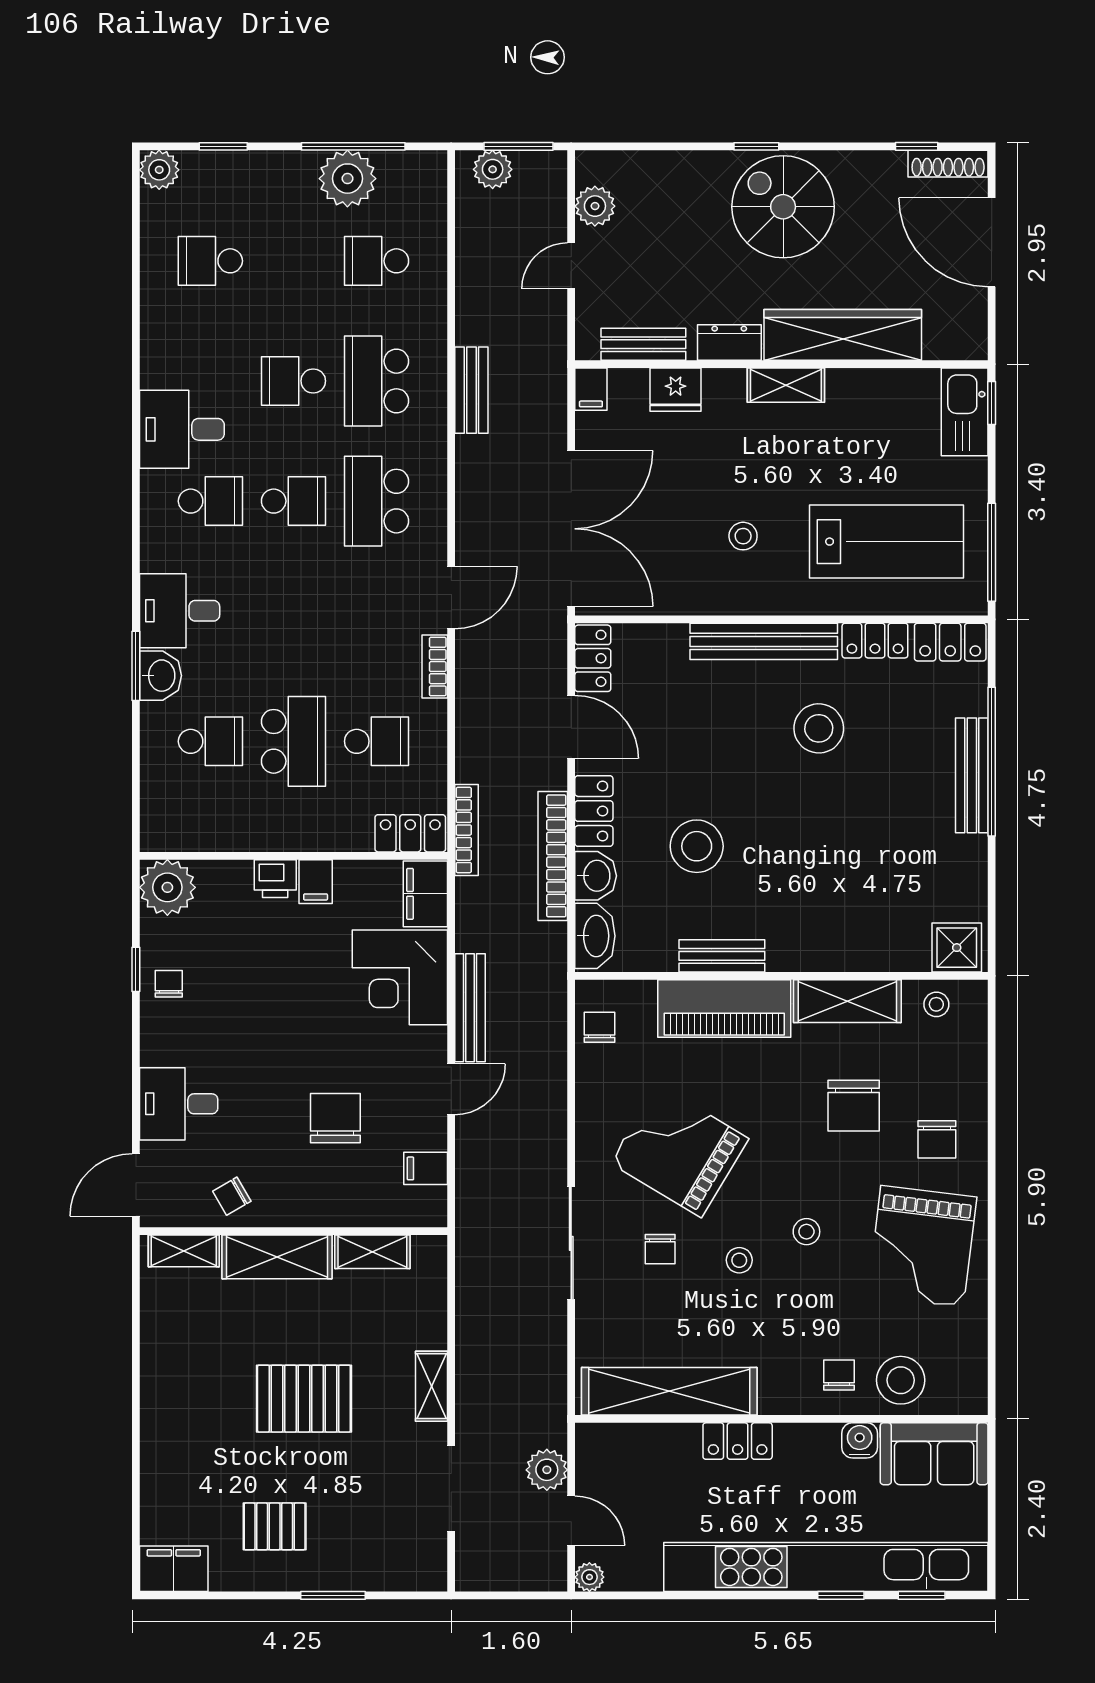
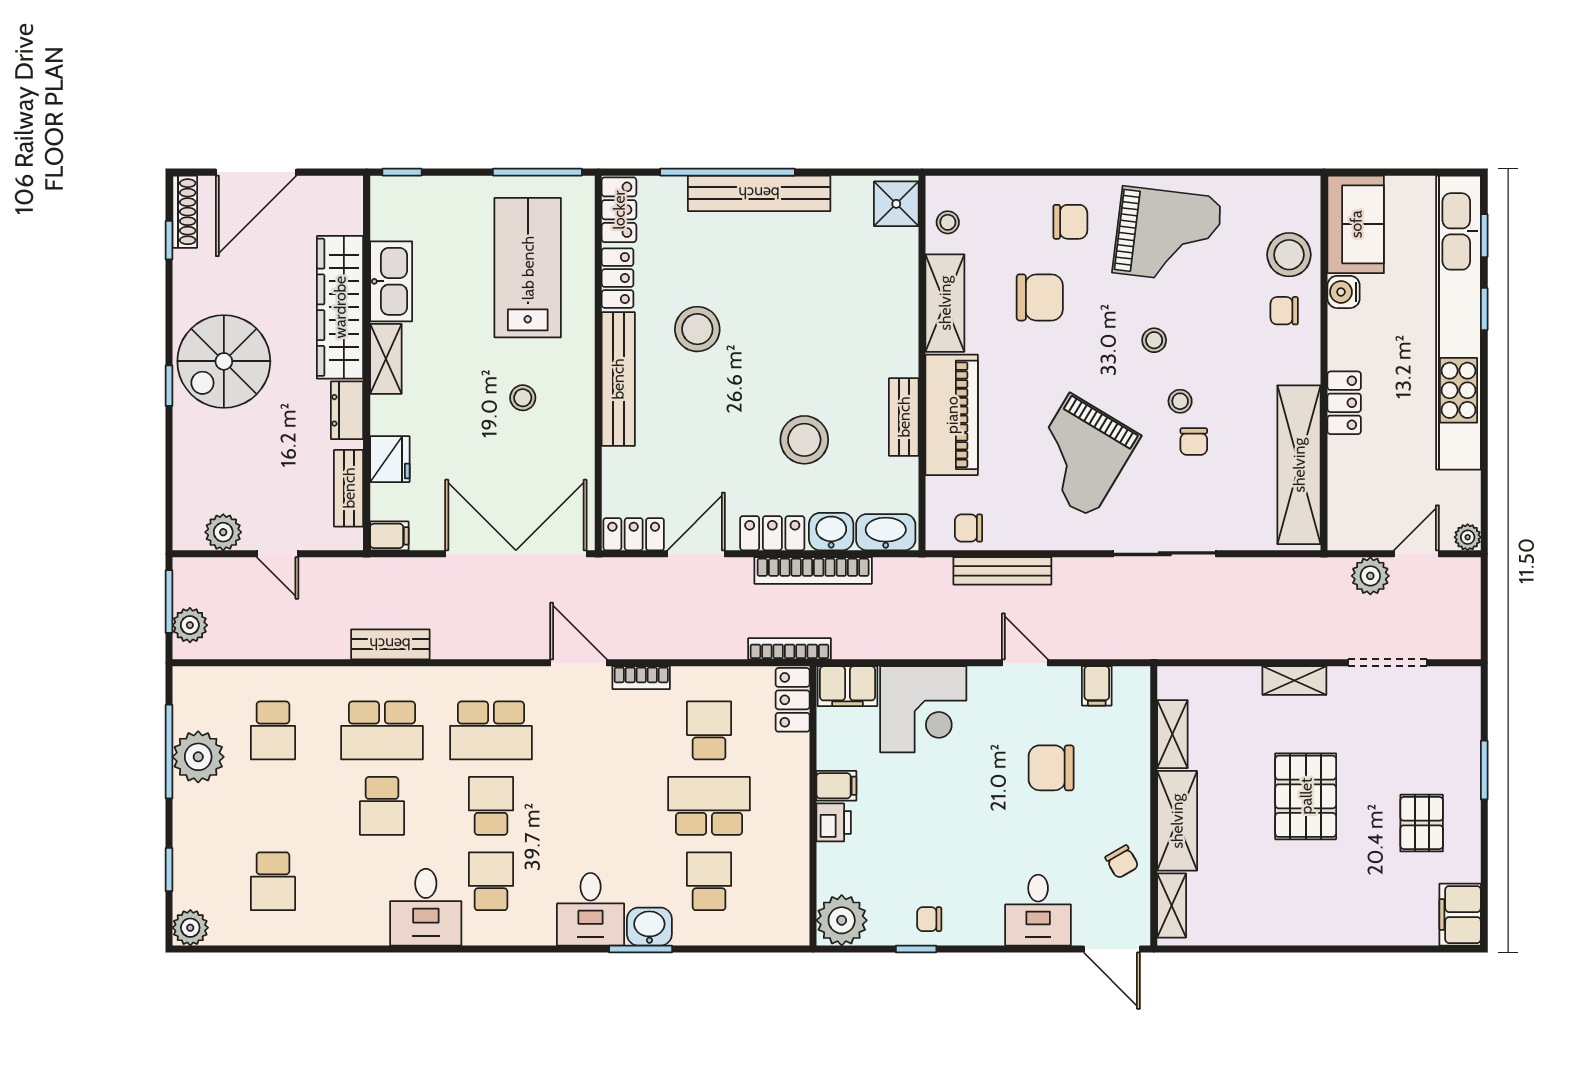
kitchen sink: (965, 412) -> (391, 281), moved, turned -90
bench: (972, 775) -> (759, 193), width x1.37, depth x1.21
bench: (470, 1008) -> (1002, 571), moved
chair: (660, 1249) -> (1194, 442), moved, turned 90

